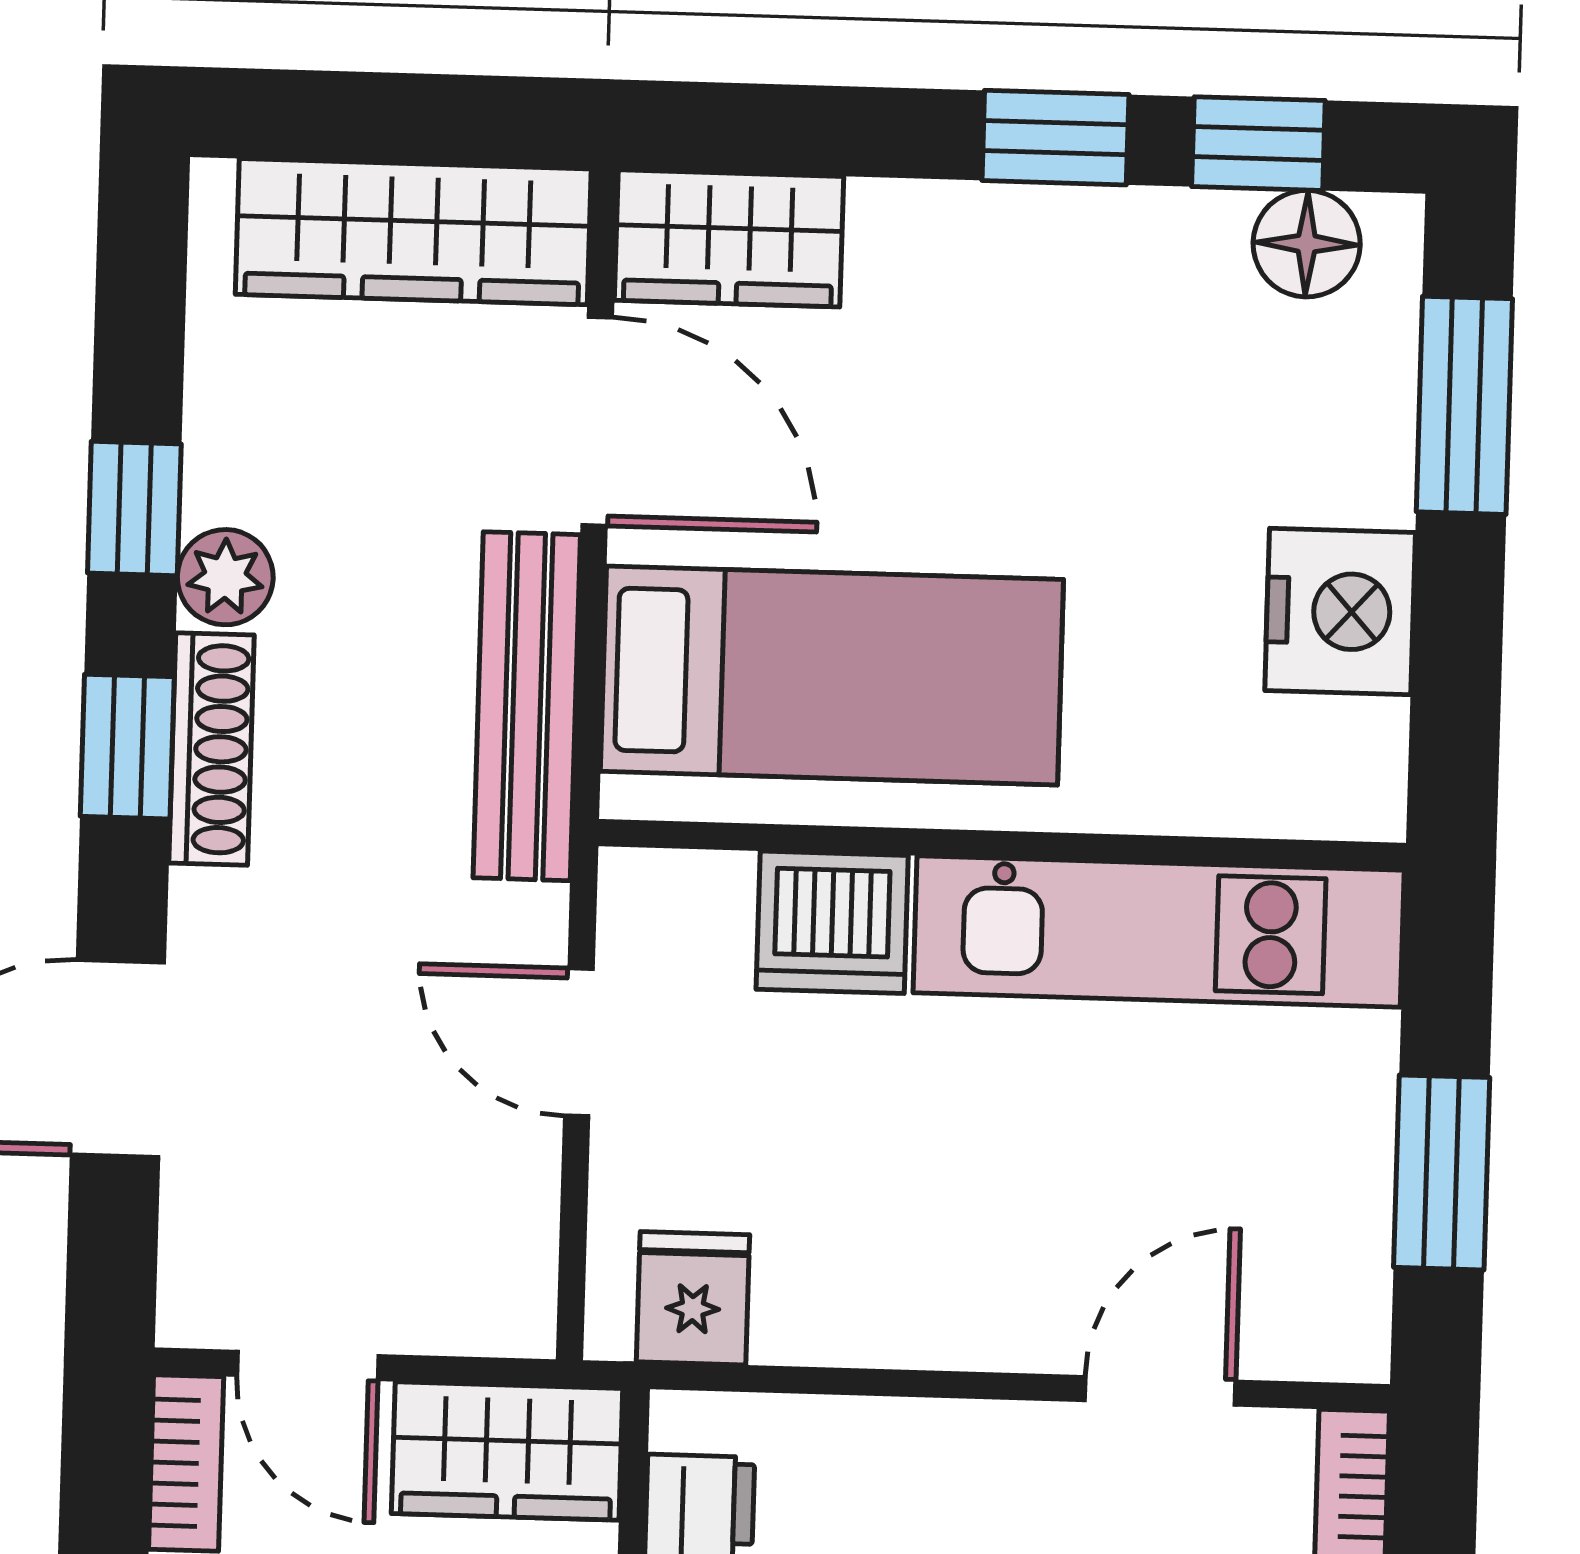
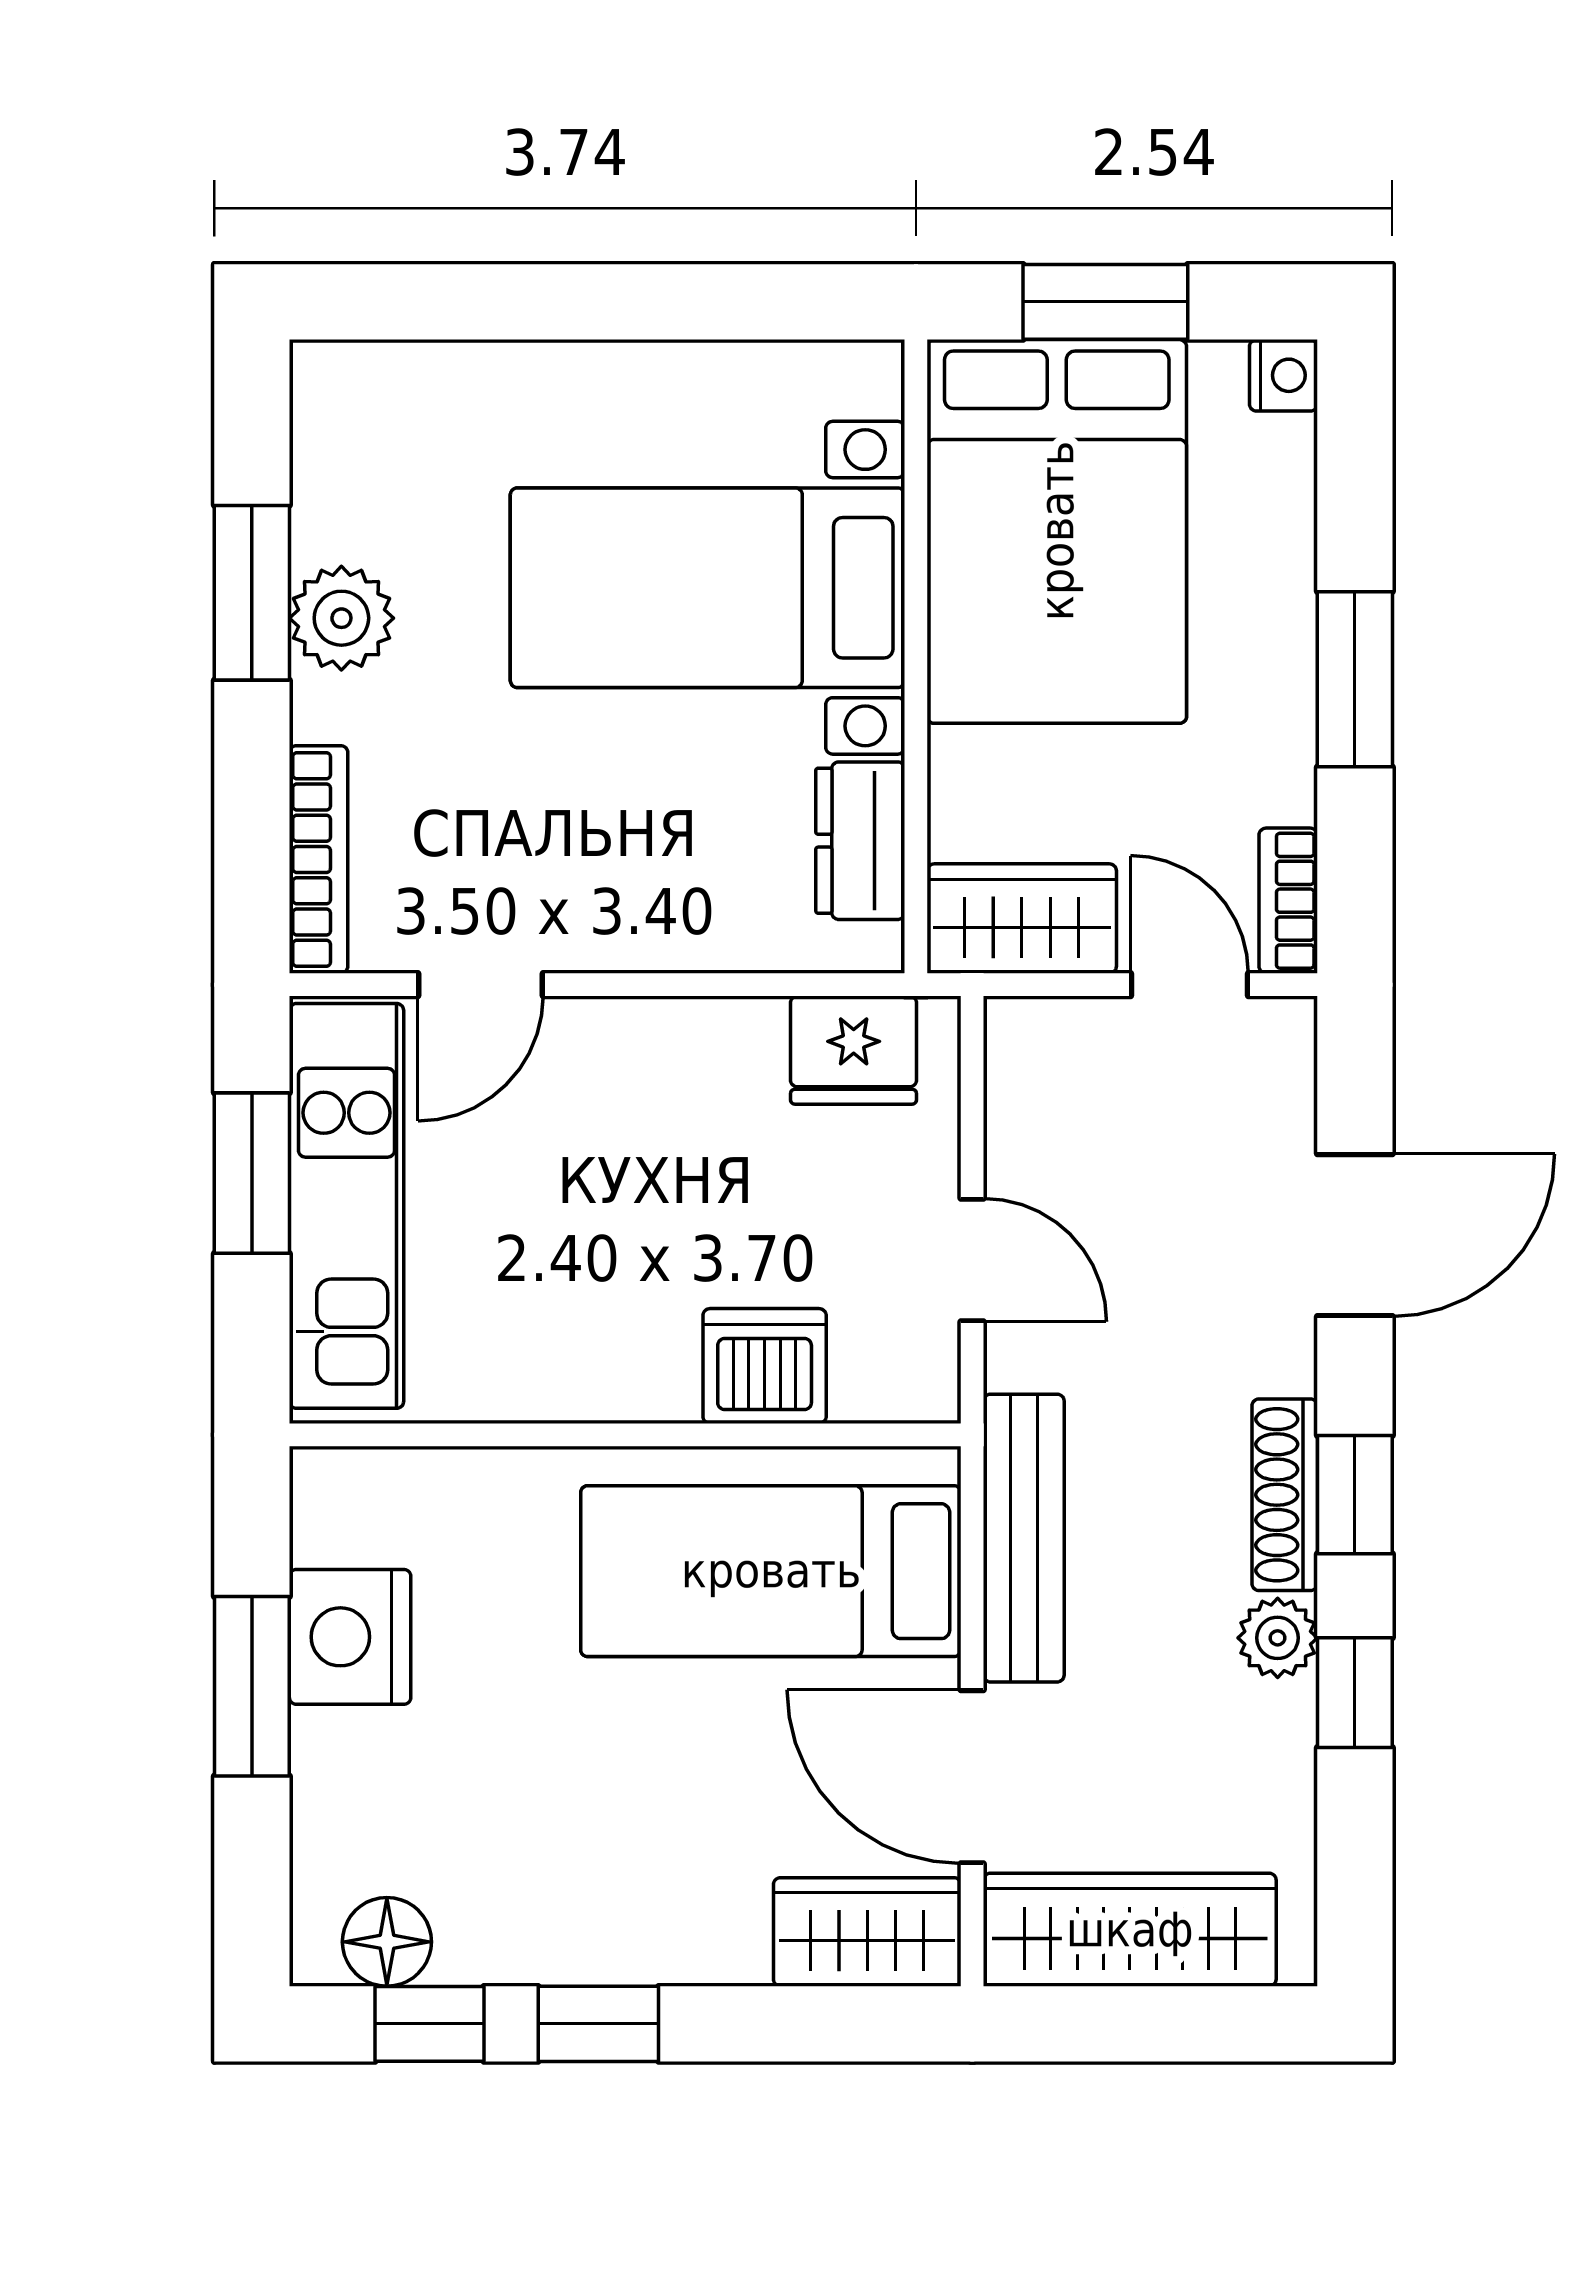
window: (1464, 405) -> (252, 1686), moved
kitchen unit: (1159, 931) -> (347, 1206), moved, turned 90
fridge: (693, 1298) -> (854, 1050), width x1.38

